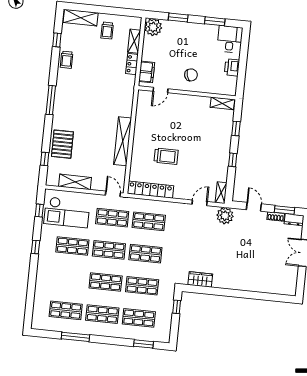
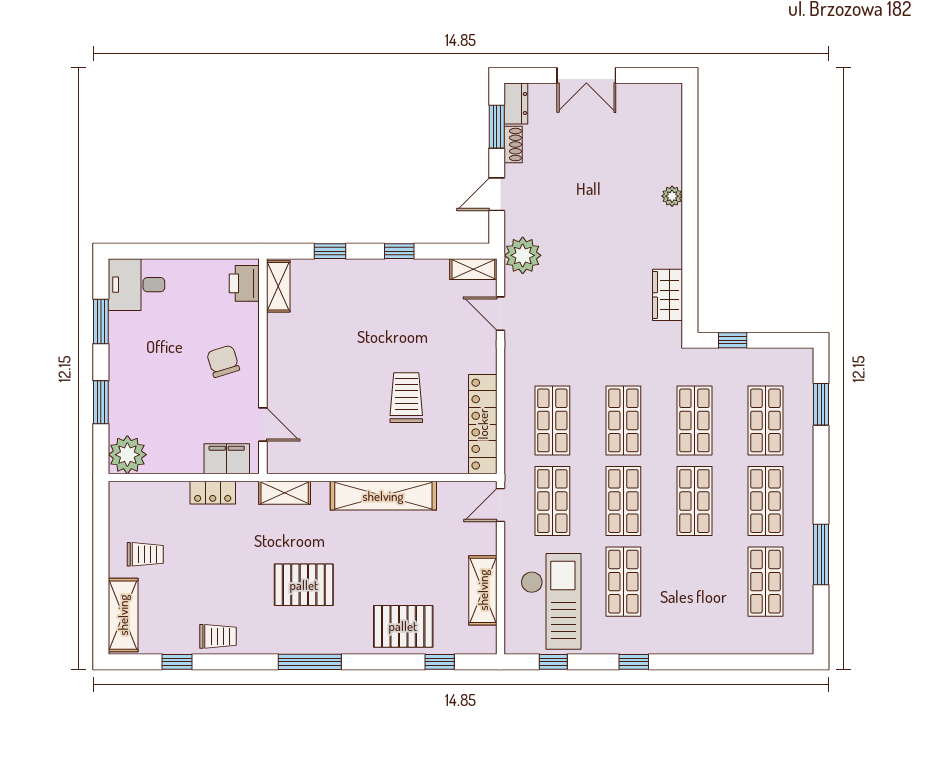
shelving: (134, 41) -> (285, 493), moved
printer: (232, 67) -> (244, 283), moved, turned 90
pallet: (86, 101) -> (304, 585), added
plant: (245, 286) -> (672, 196), added

